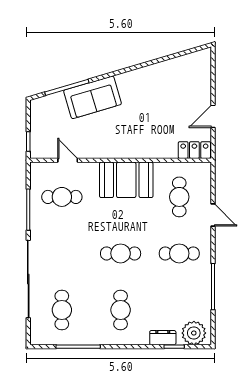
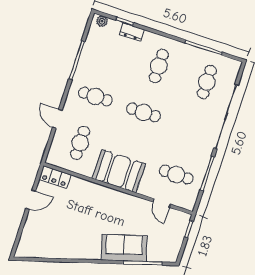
plant: (194, 333) -> (102, 21), width x0.53, depth x0.53

